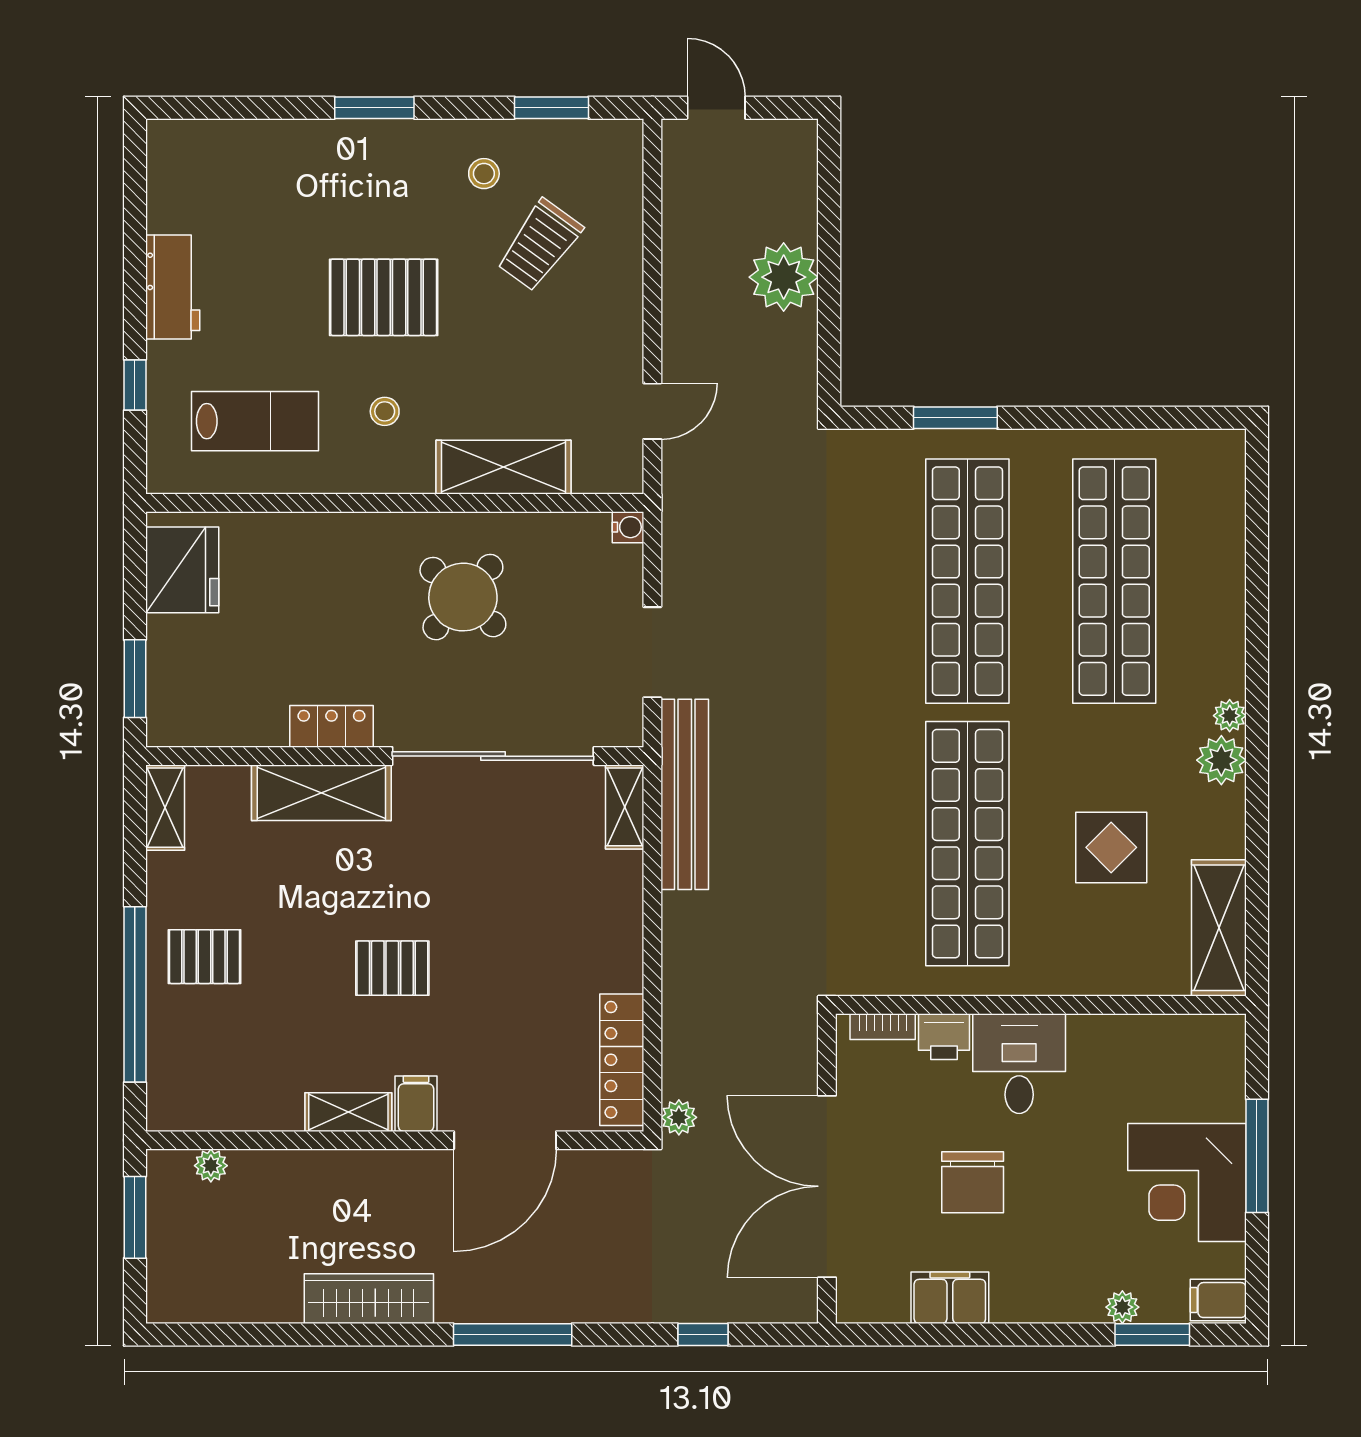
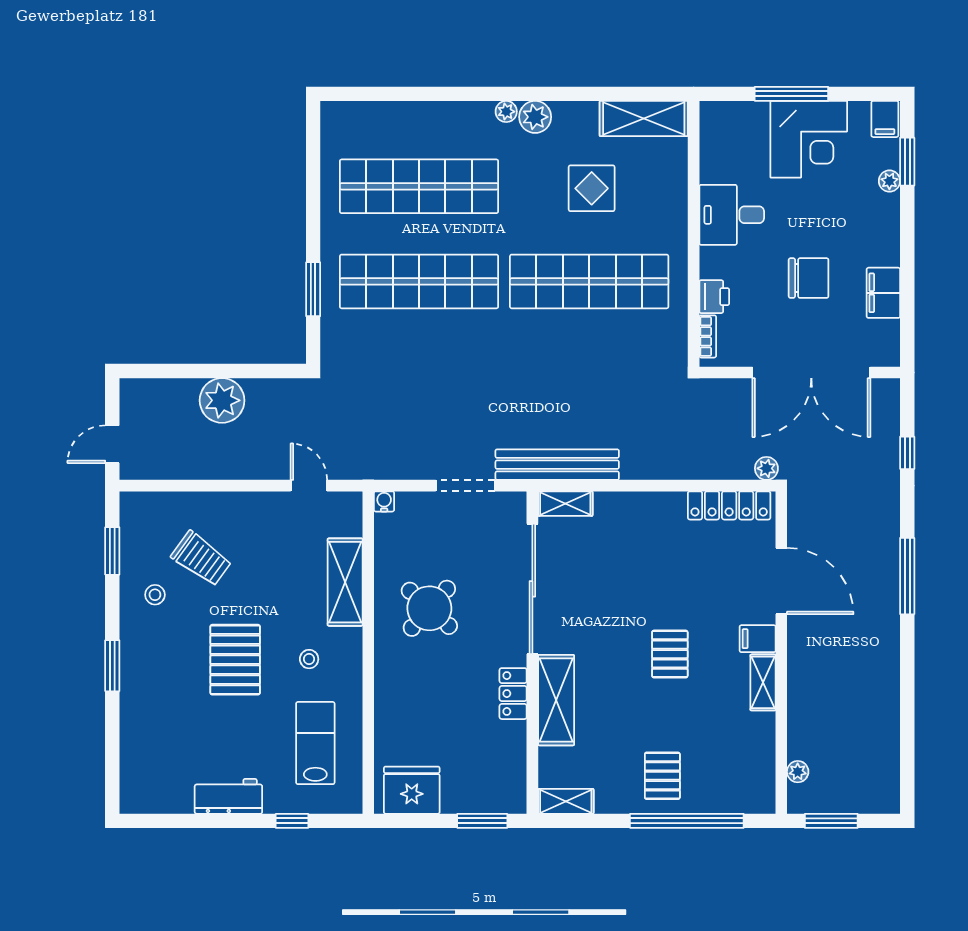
desk: (1019, 1064) -> (732, 215), moved
wardrobe: (369, 1299) -> (884, 669), removed

